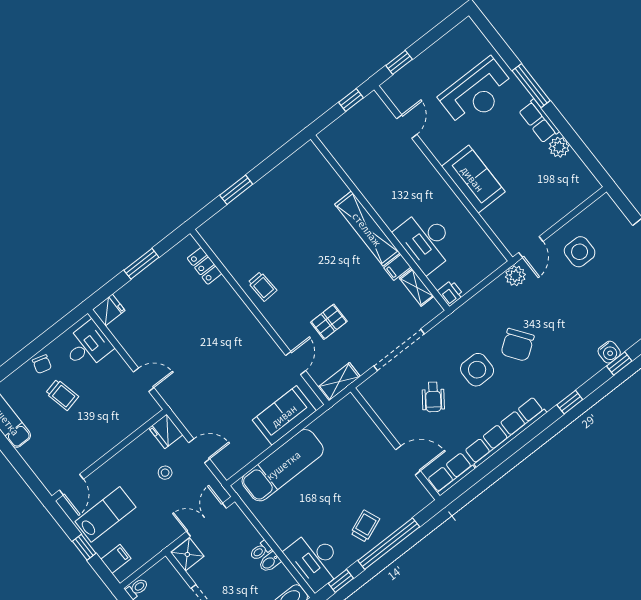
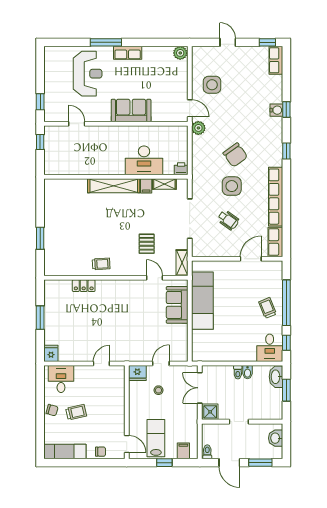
plant: (559, 147) -> (180, 53), moved
locker: (205, 266) -> (84, 286), moved
chair: (38, 461) -> (101, 452), added
exam couch: (283, 465) -> (202, 301), moved
desk: (315, 560) -> (270, 348), width x0.73

